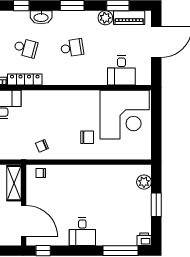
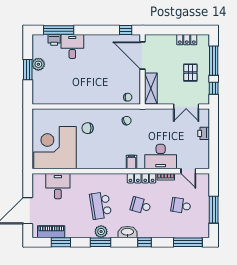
plant: (105, 18) -> (101, 232), moved
school desk: (72, 48) -> (101, 206), width x1.85
filing cabinet: (36, 98) -> (131, 162), added
plant: (144, 182) -> (38, 64), moved
desk: (82, 232) -> (72, 46), moved
printer: (144, 239) -> (54, 40), moved

